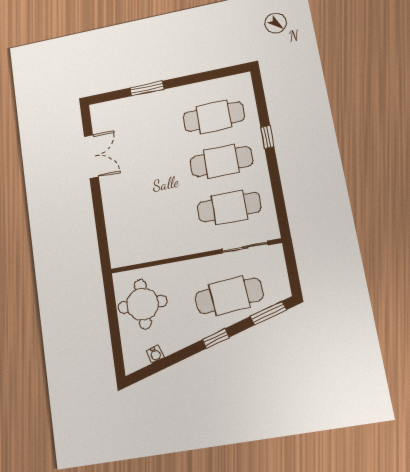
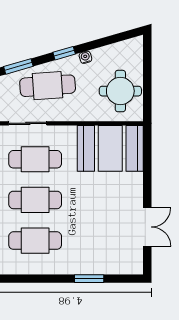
double door: (91, 156) -> (147, 227), swing flipped
booth: (145, 236) -> (110, 148), added
water cooler: (155, 354) -> (85, 57), moved

